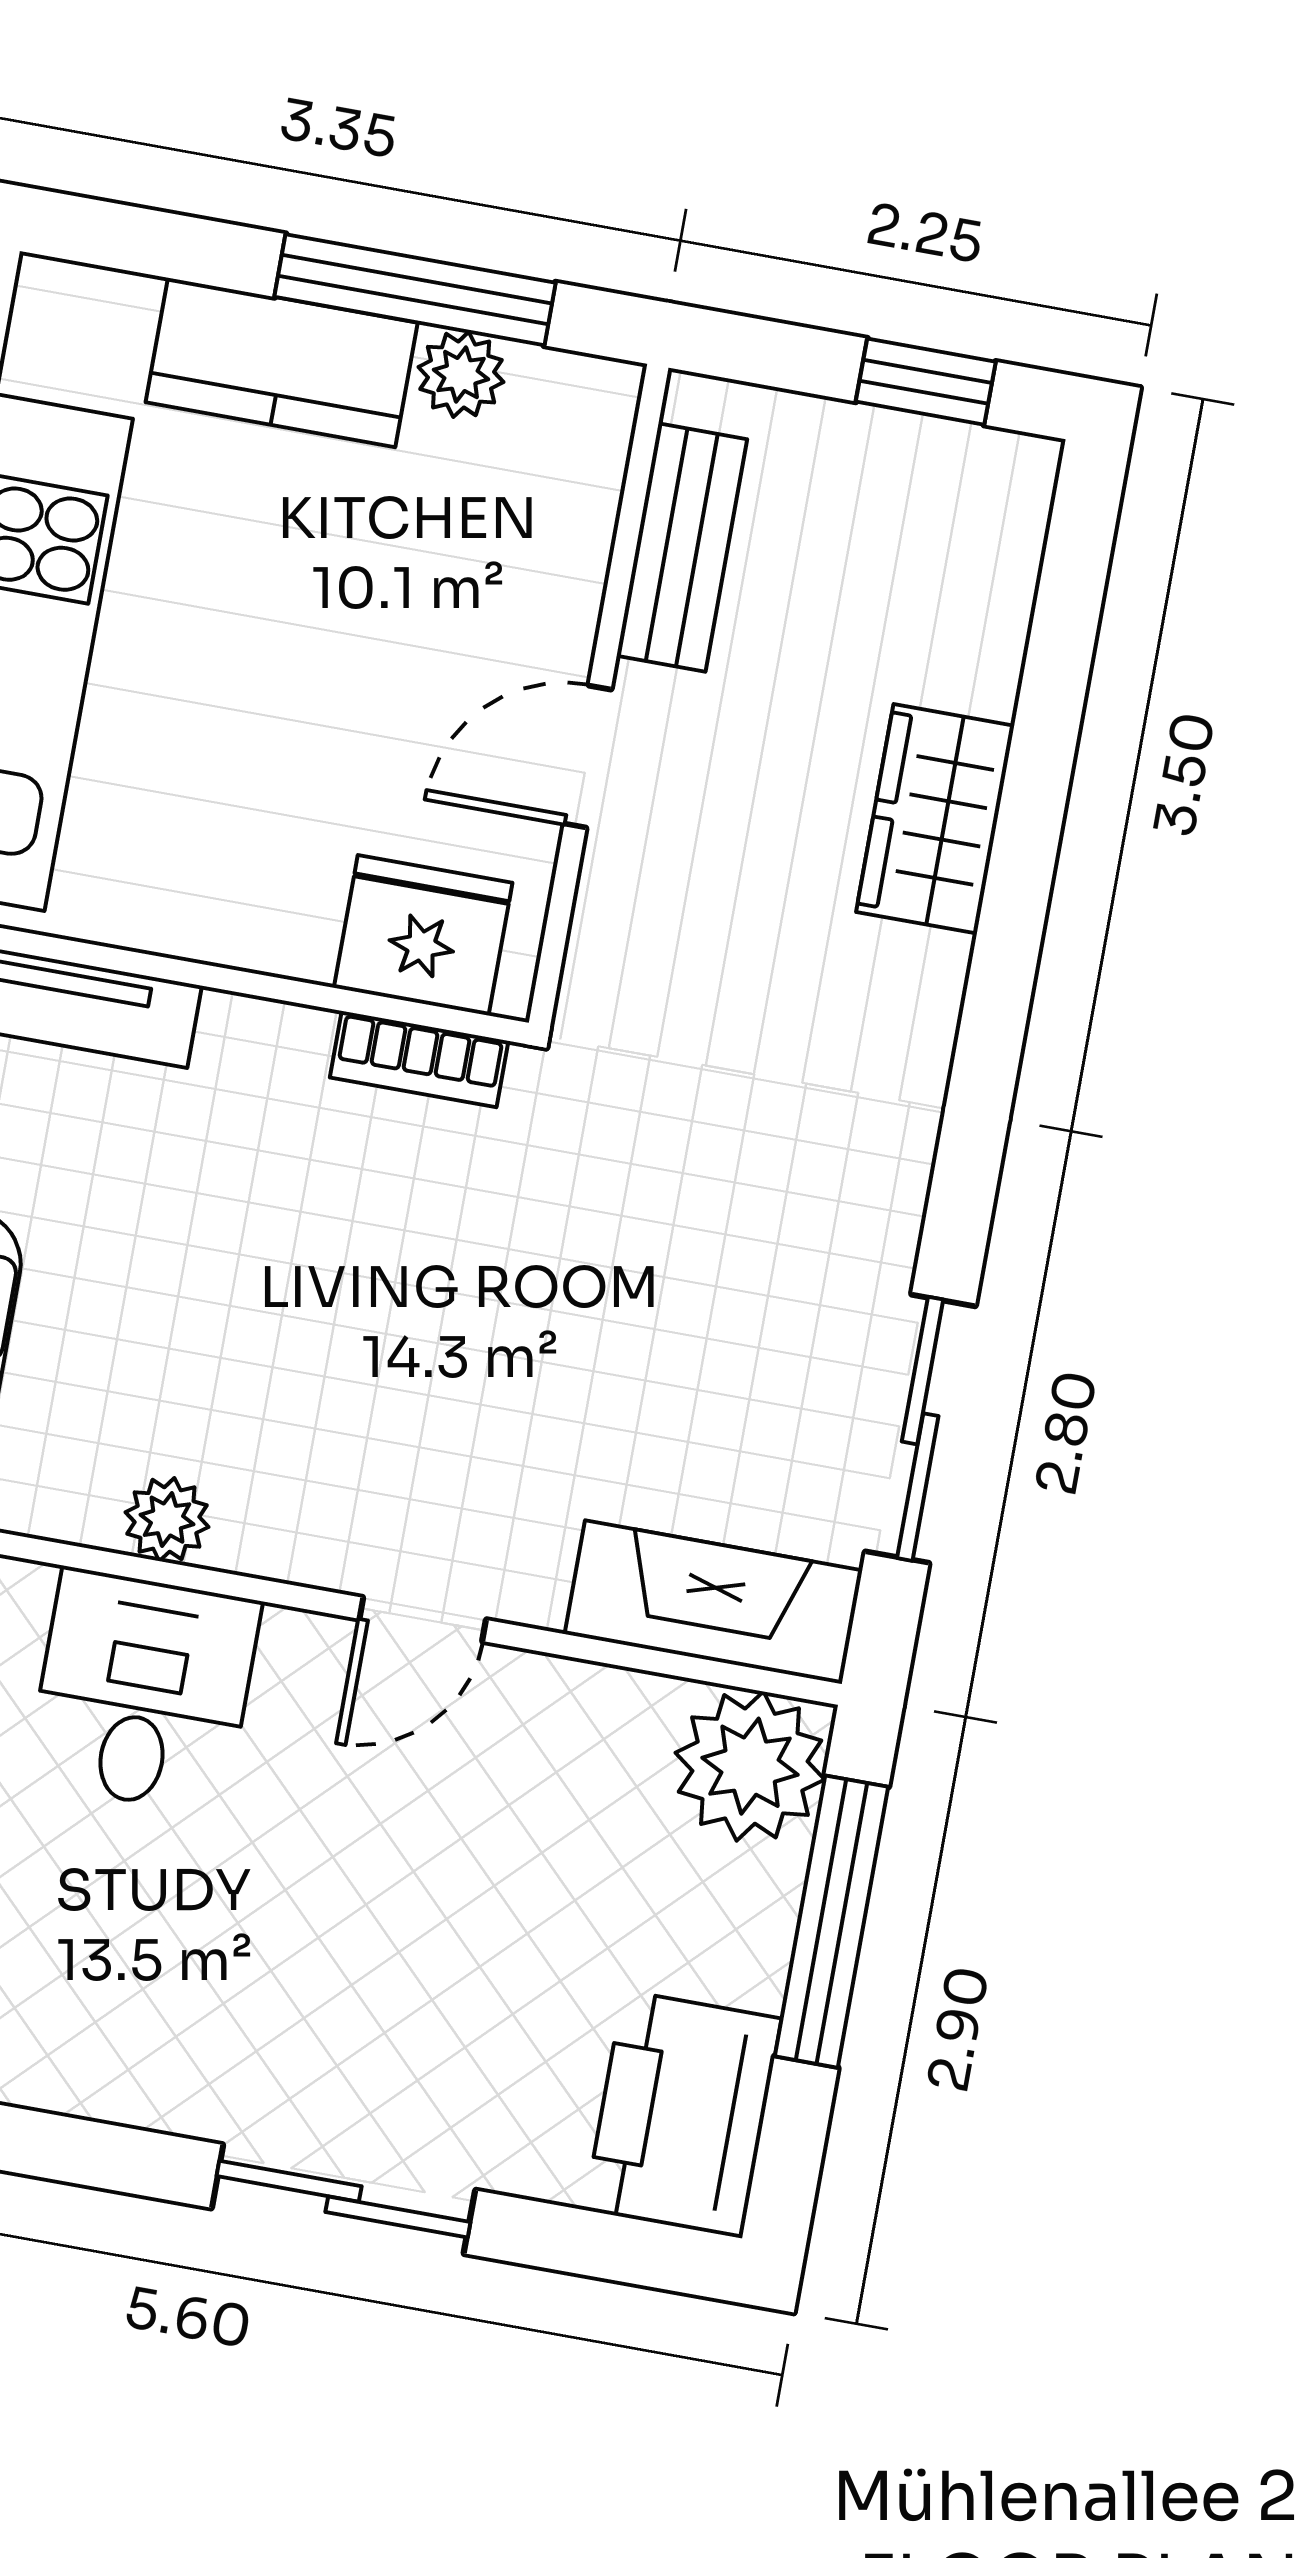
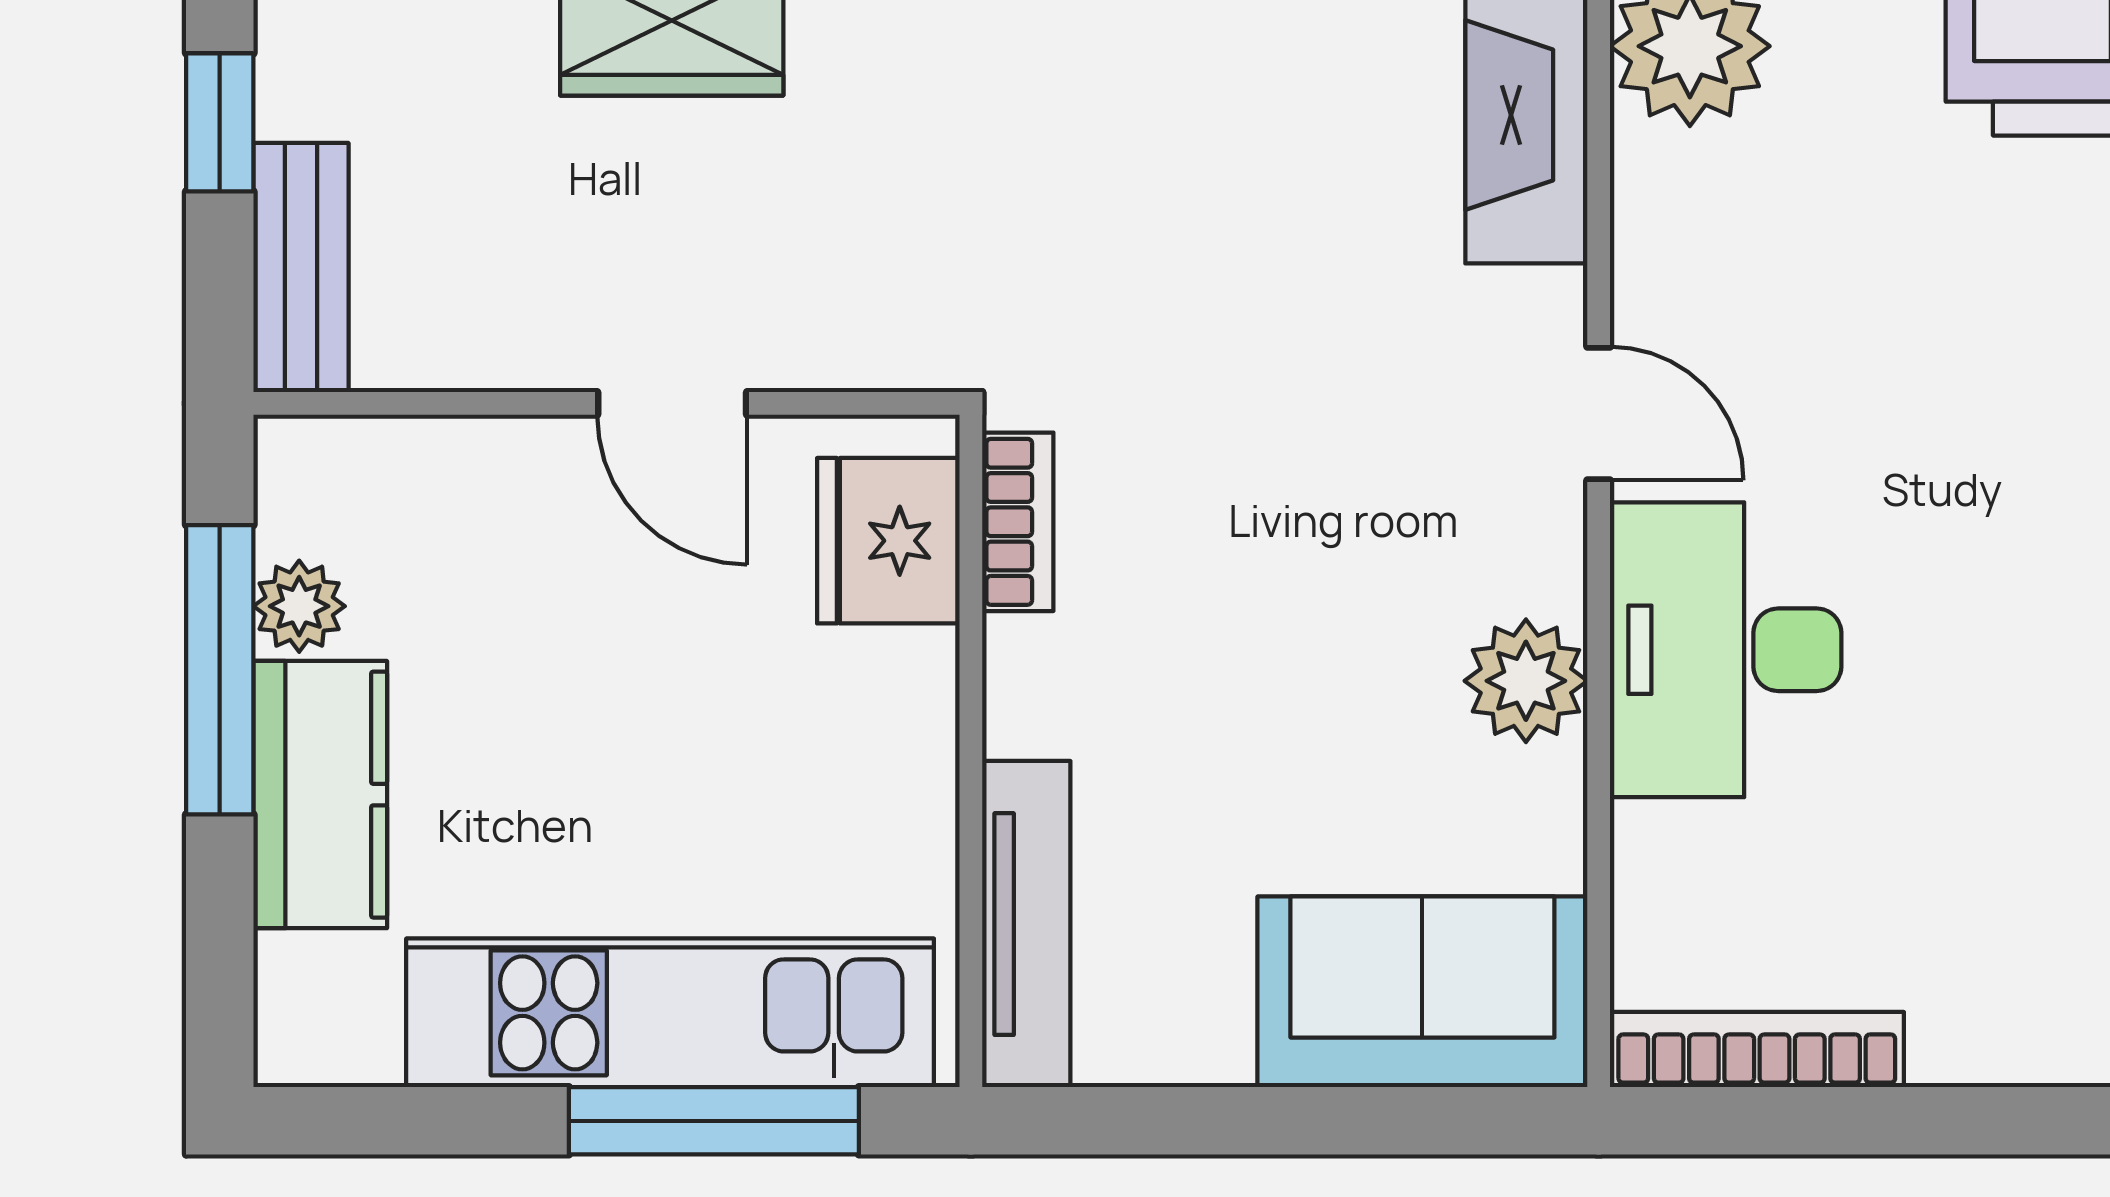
bench: (682, 547) -> (301, 268), moved, turned 90
plant: (167, 1520) -> (1526, 681), width x1.38, depth x1.38
desk: (144, 1692) -> (1726, 650), width x1.37

